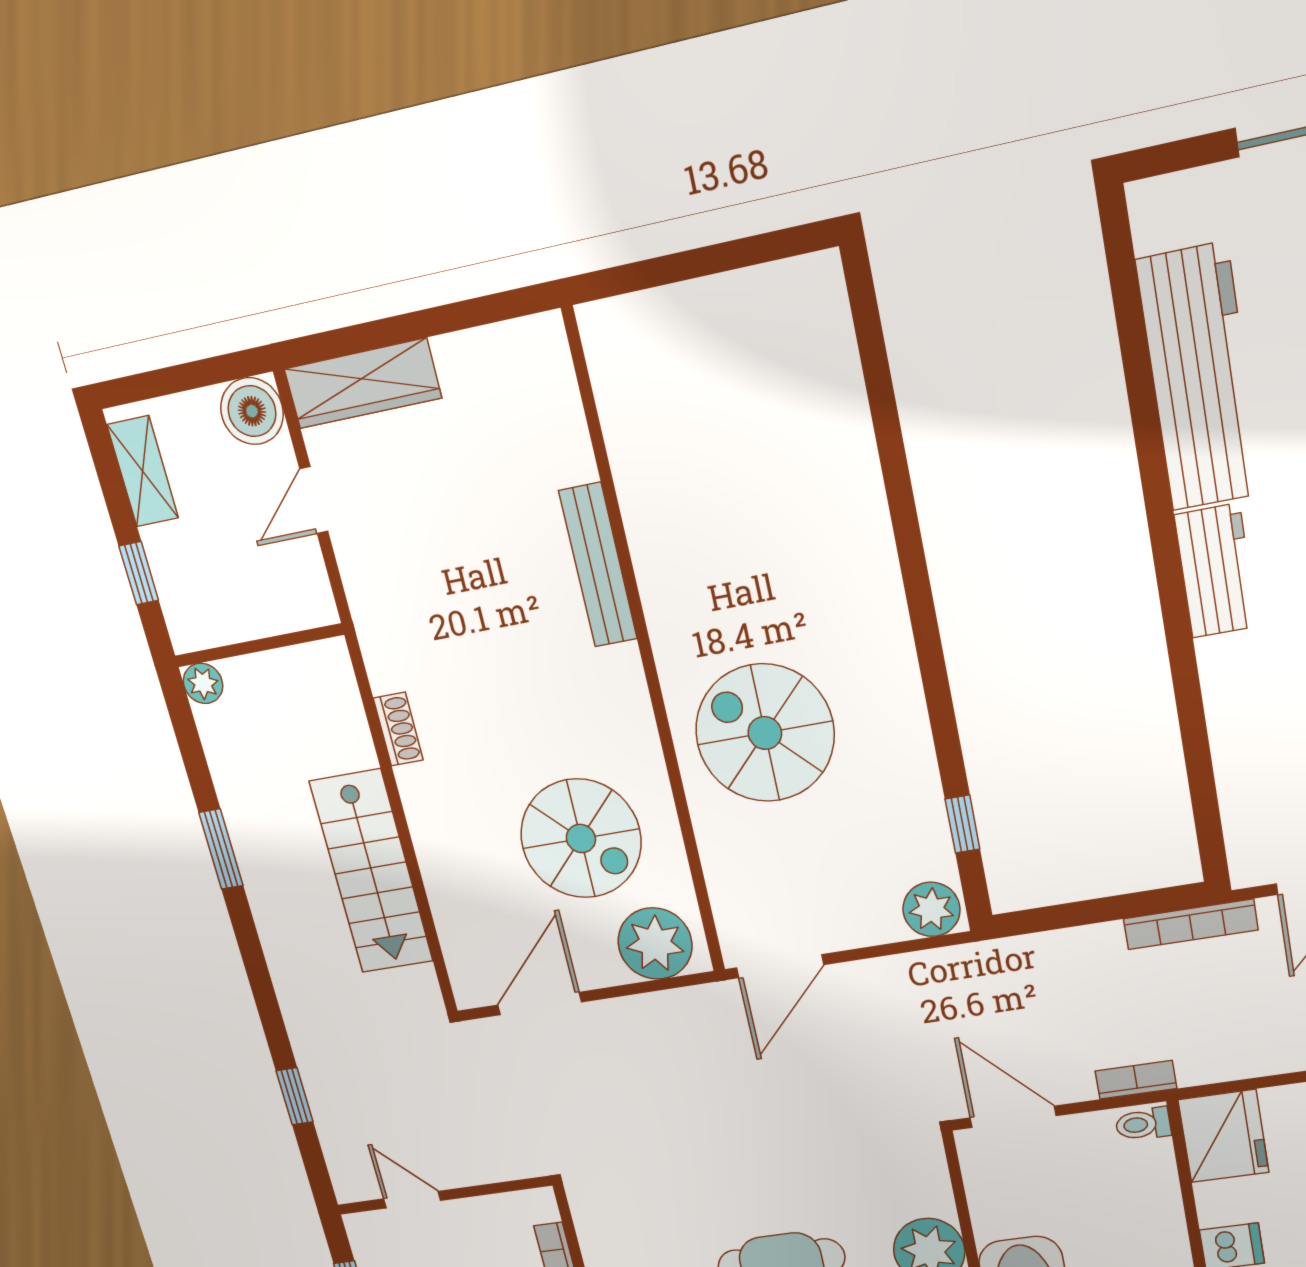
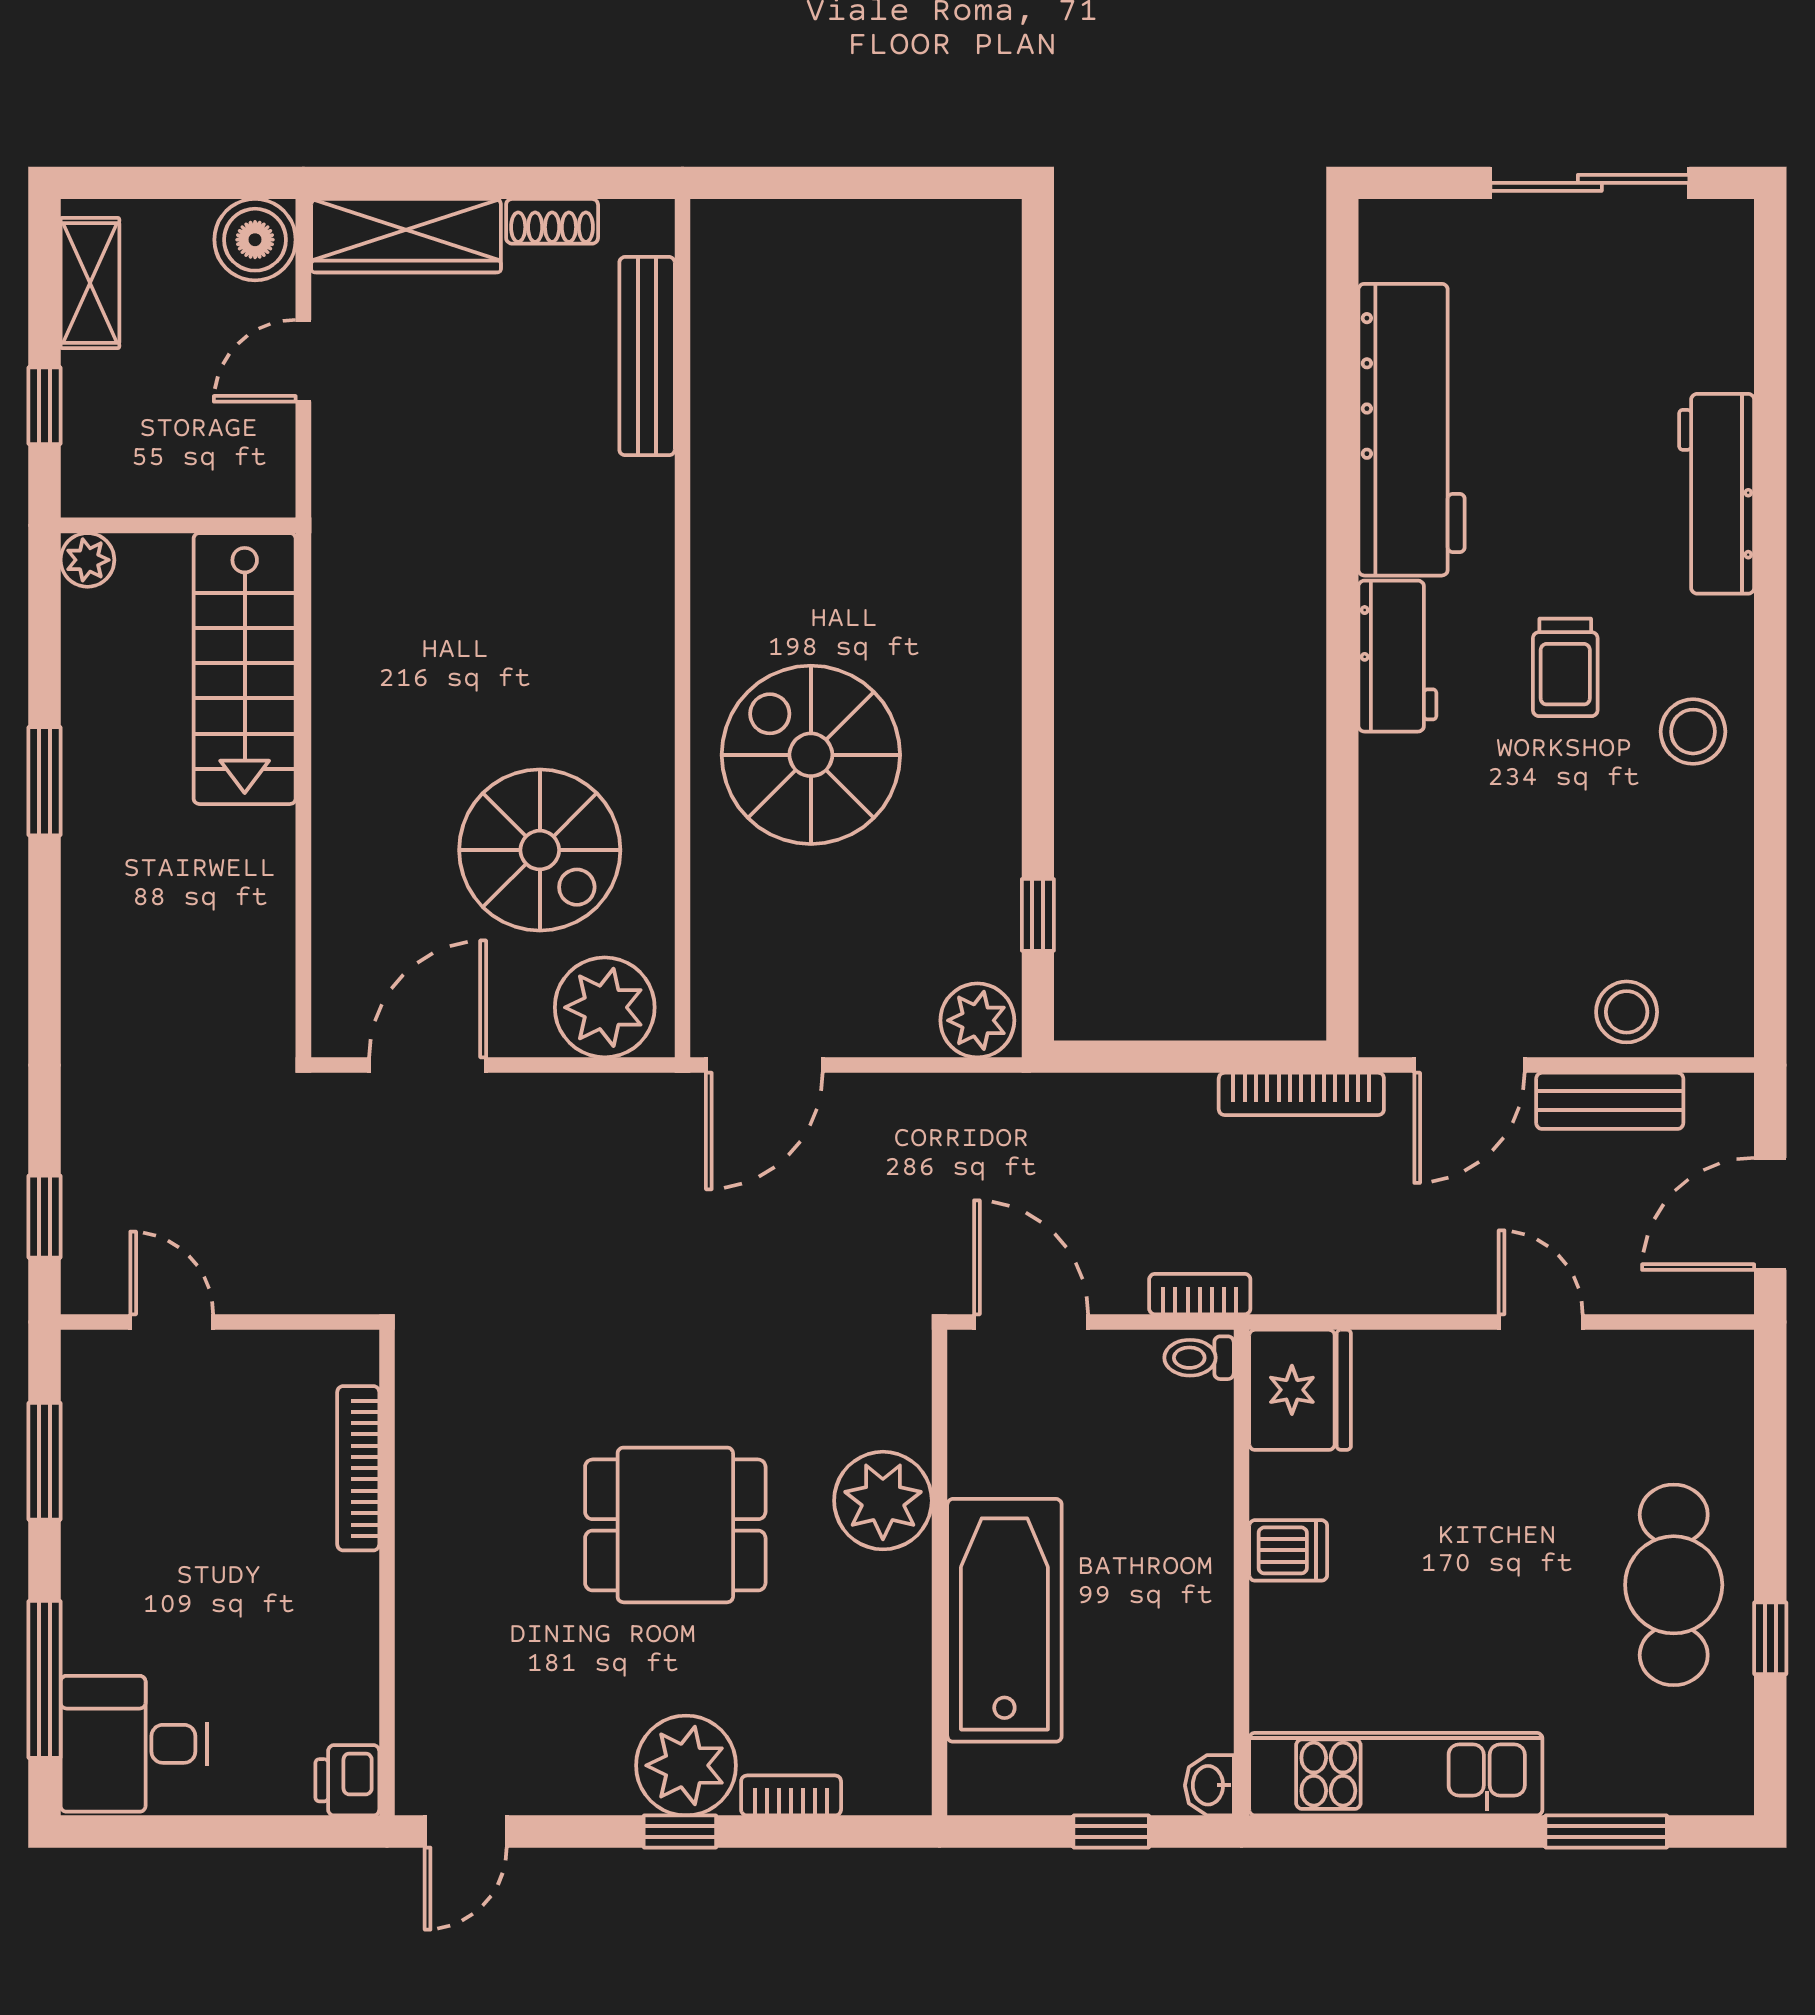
bench: (598, 565) -> (647, 356), moved
shoe rack: (398, 729) -> (552, 221), moved, turned 90
stairs: (372, 872) -> (245, 669), moved
window: (295, 1096) -> (45, 1217), moved

